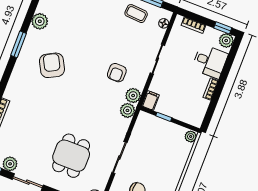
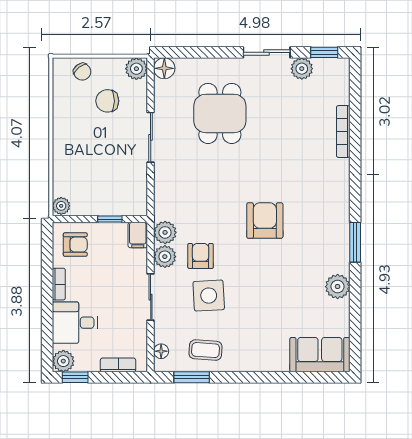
side table: (121, 46) -> (209, 296), added
armchair: (52, 65) -> (265, 221), moved, turned -152
armchair: (191, 109) -> (75, 245), added
plant: (127, 110) -> (165, 257), moved

